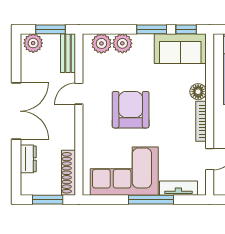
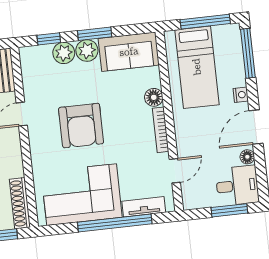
window: (186, 29) -> (49, 39), moved
plant: (101, 43) -> (87, 51), moved
armchair: (131, 110) -> (81, 126), turned 180
window: (151, 200) -> (115, 223), width x1.46

